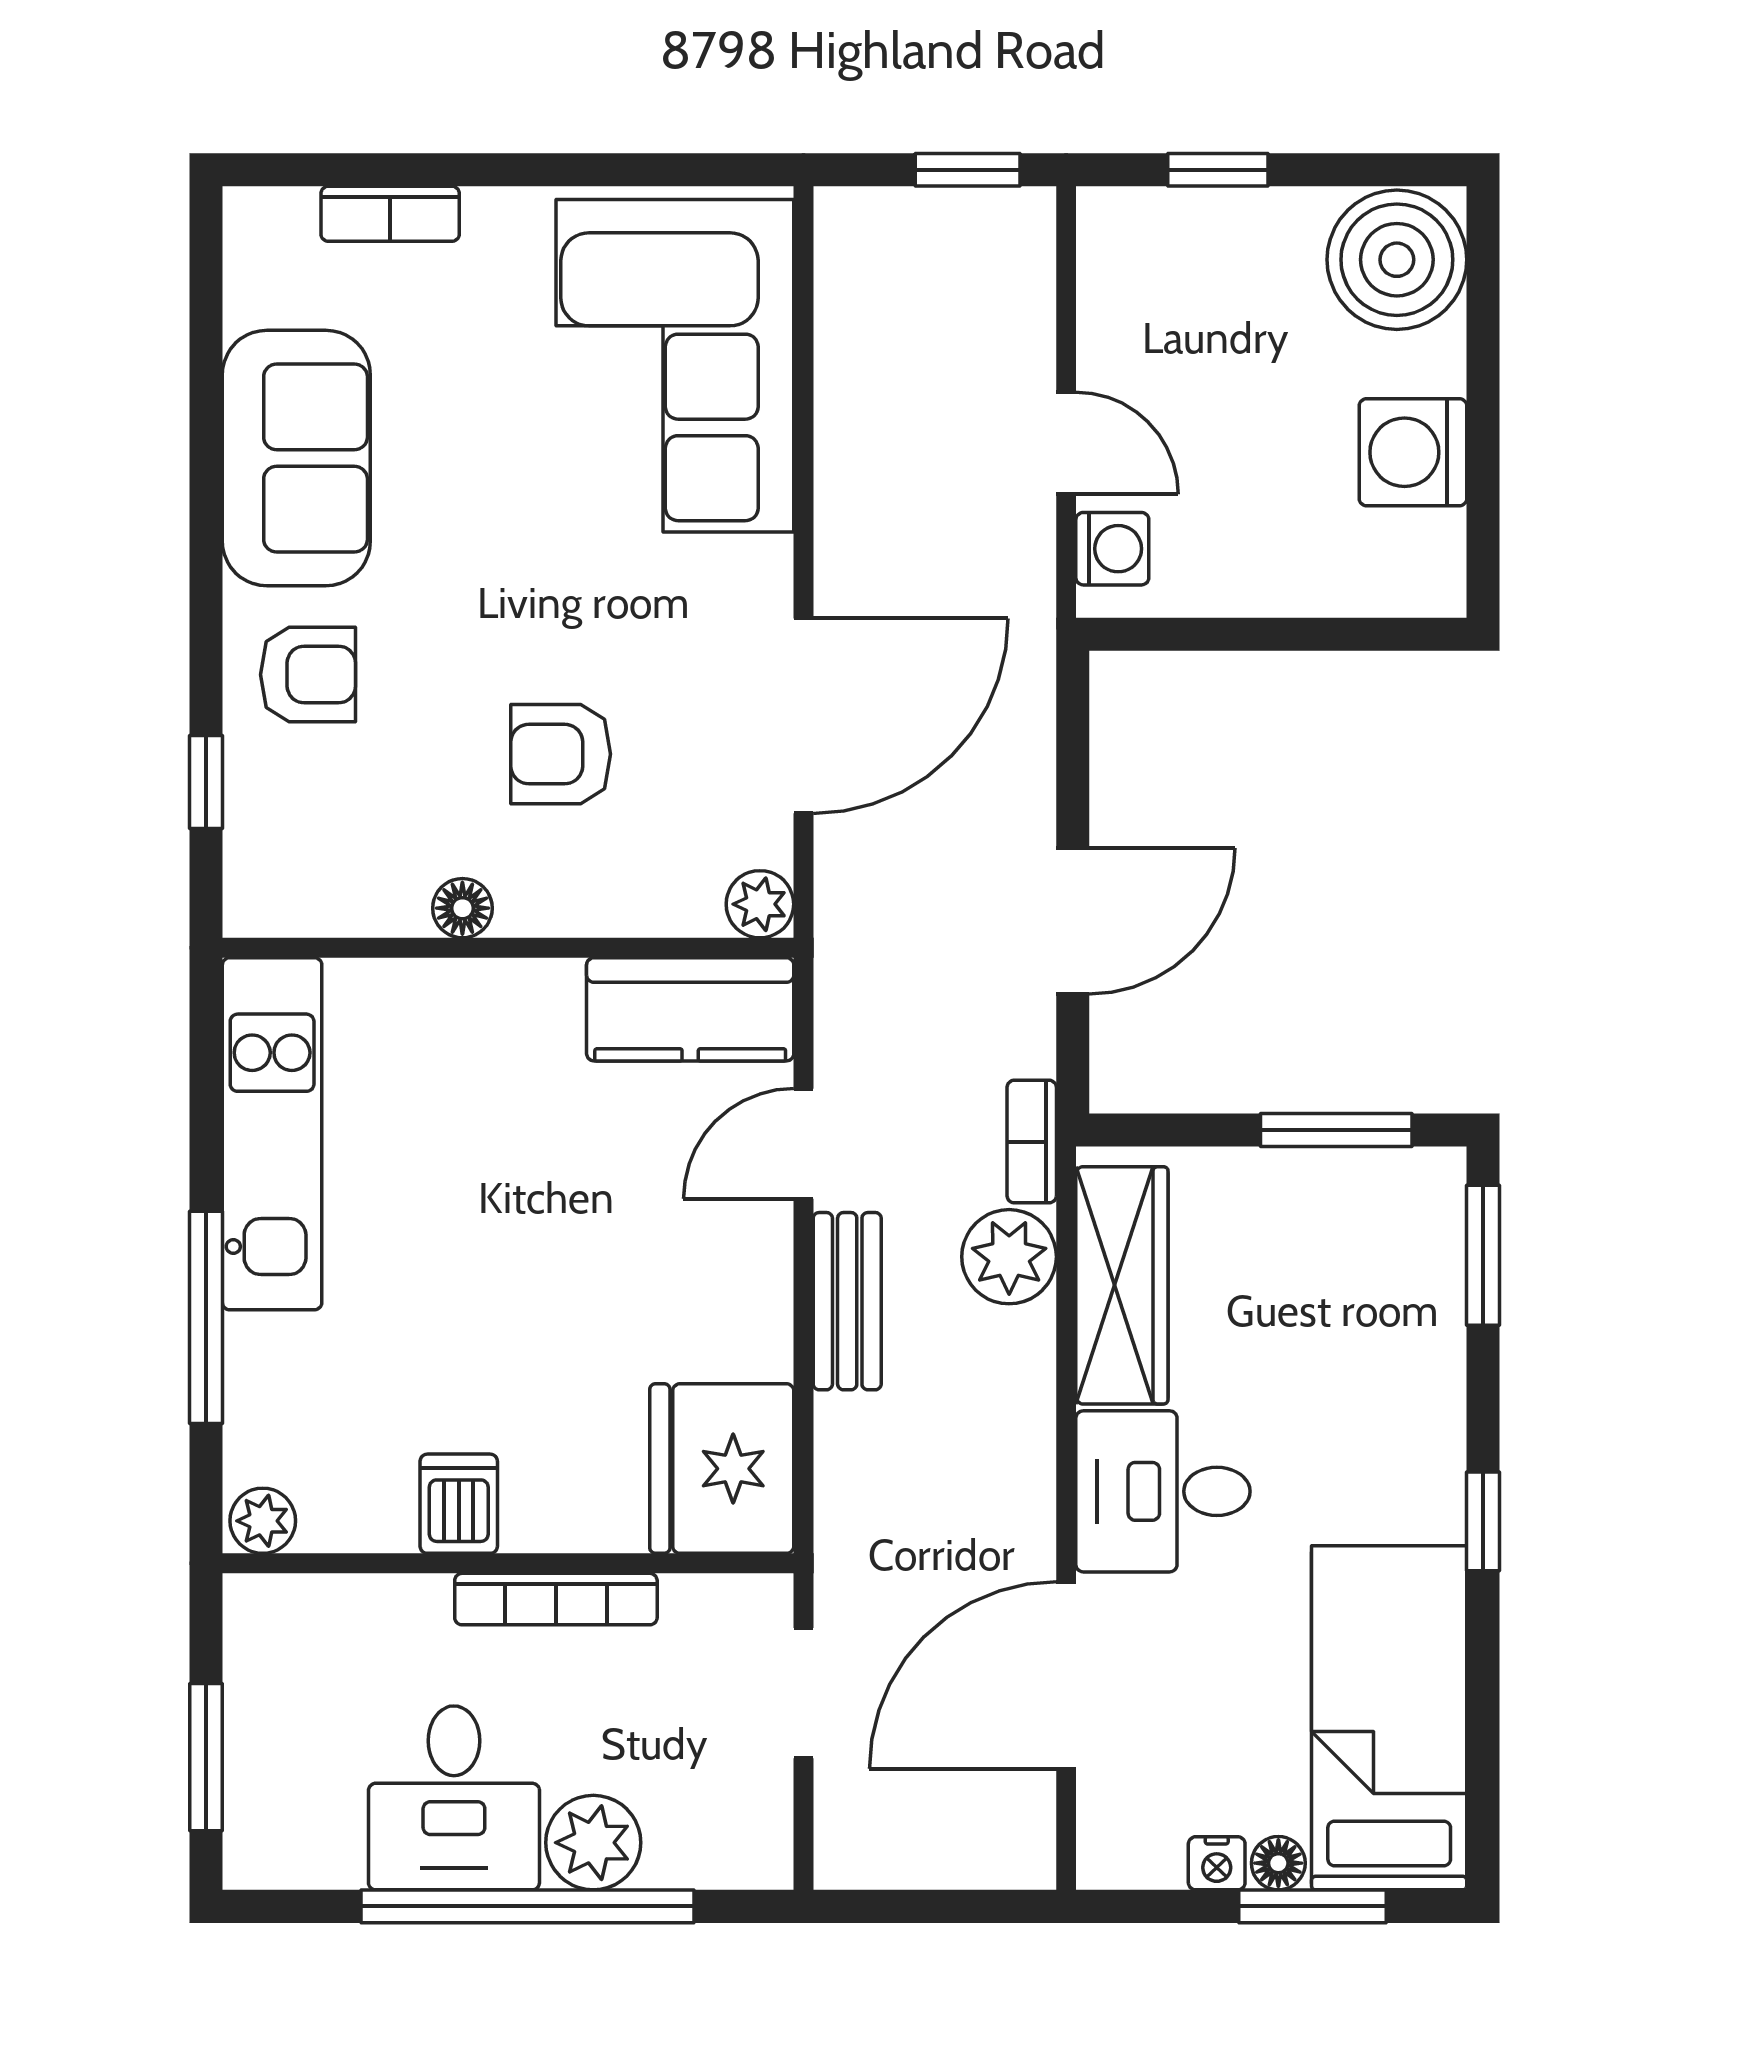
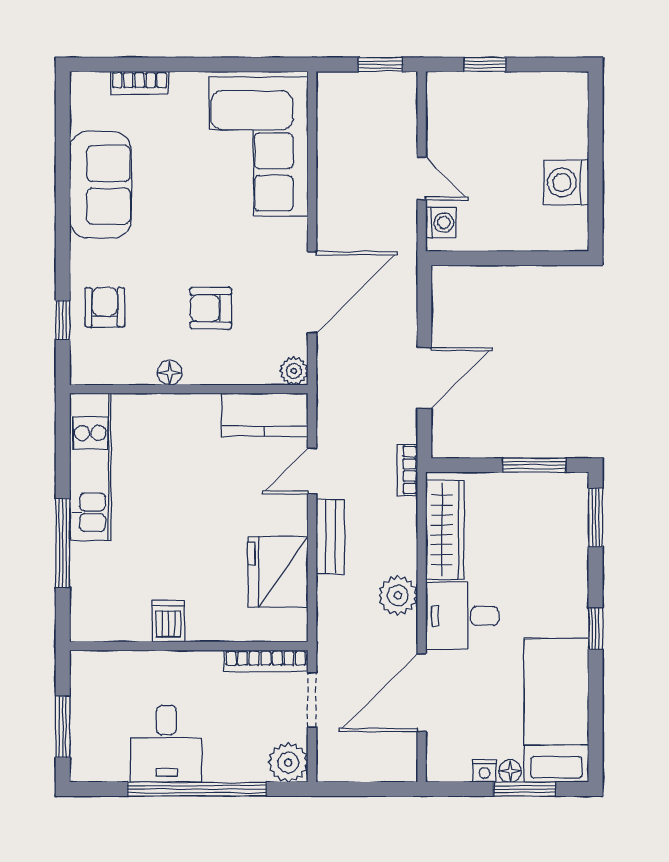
boiler: (1397, 260) -> (560, 102), removed
armchair: (308, 675) -> (105, 307), moved, turned -90
plant: (1009, 1257) -> (398, 595), moved
fridge: (722, 1469) -> (278, 572), moved
plant: (263, 1521) -> (86, 628), removed
bookcase: (556, 1599) -> (266, 661), moved
plant: (593, 1843) -> (288, 762), moved

